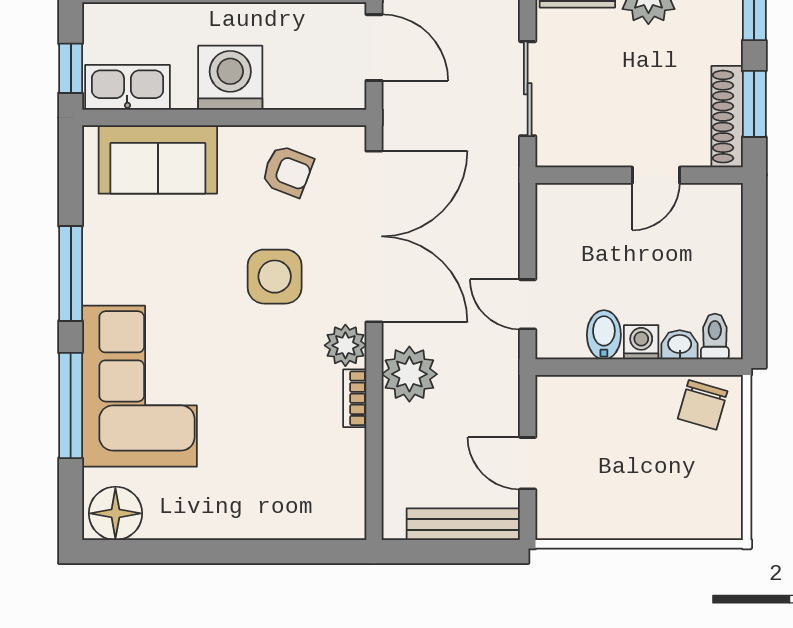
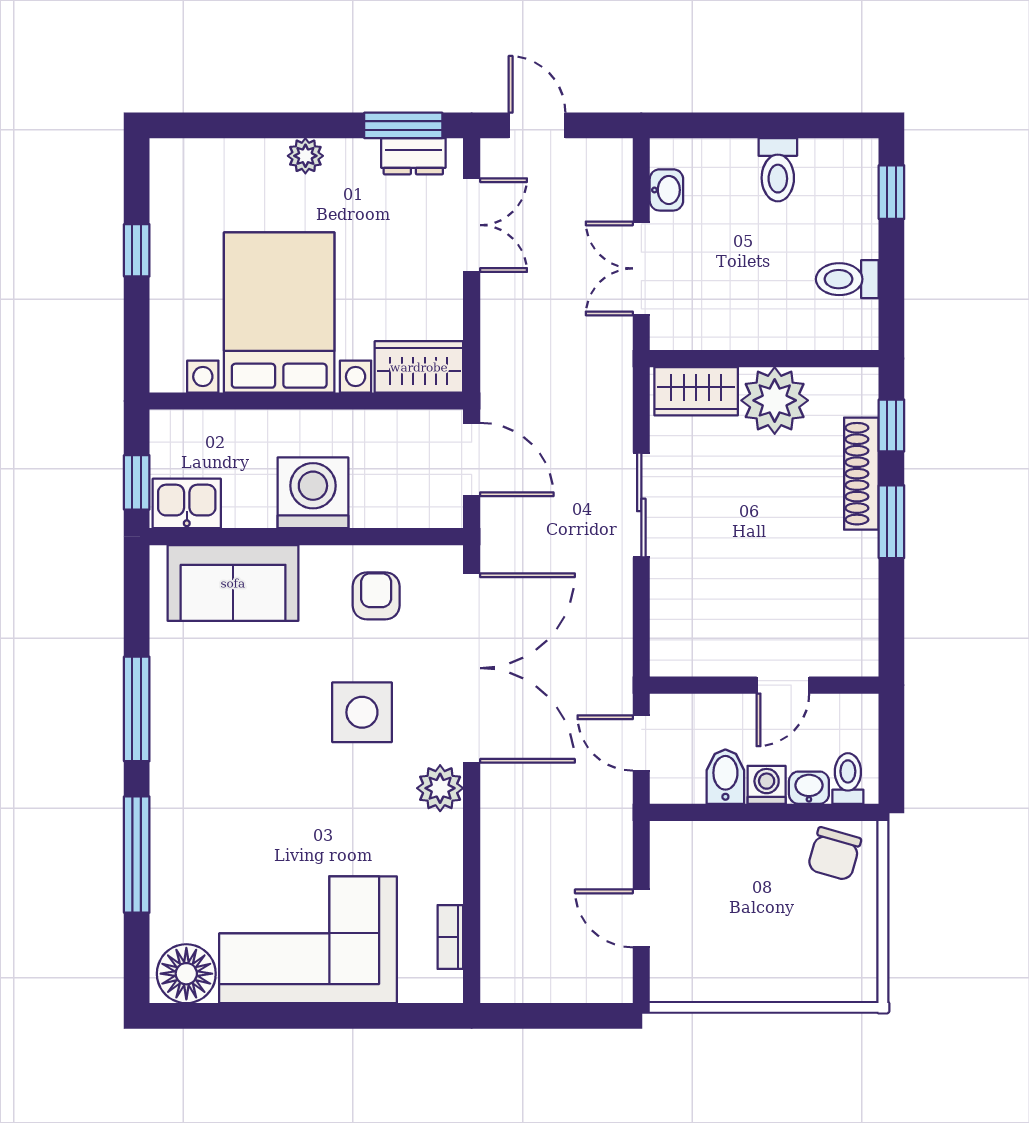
kitchen sink: (127, 87) -> (187, 503), width x0.73
shoe rack: (727, 117) -> (861, 474), moved
armchair: (287, 171) -> (376, 596), turned -111
wall: (639, 175) -> (764, 685), moved
door: (656, 175) -> (783, 685), moved
plant: (409, 374) -> (511, 820), removed
corner sofa: (139, 386) -> (308, 940), moved, turned -90
bookcase: (355, 398) -> (450, 937), moved
bench: (463, 524) -> (570, 986), removed

